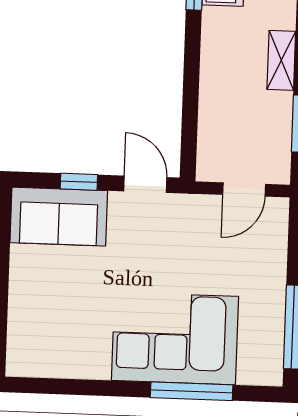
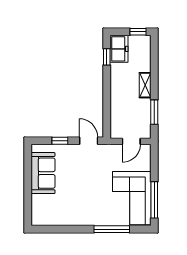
sofa: (59, 217) -> (43, 173), moved, turned -90
corner sofa: (175, 338) -> (132, 198), moved, turned -90

